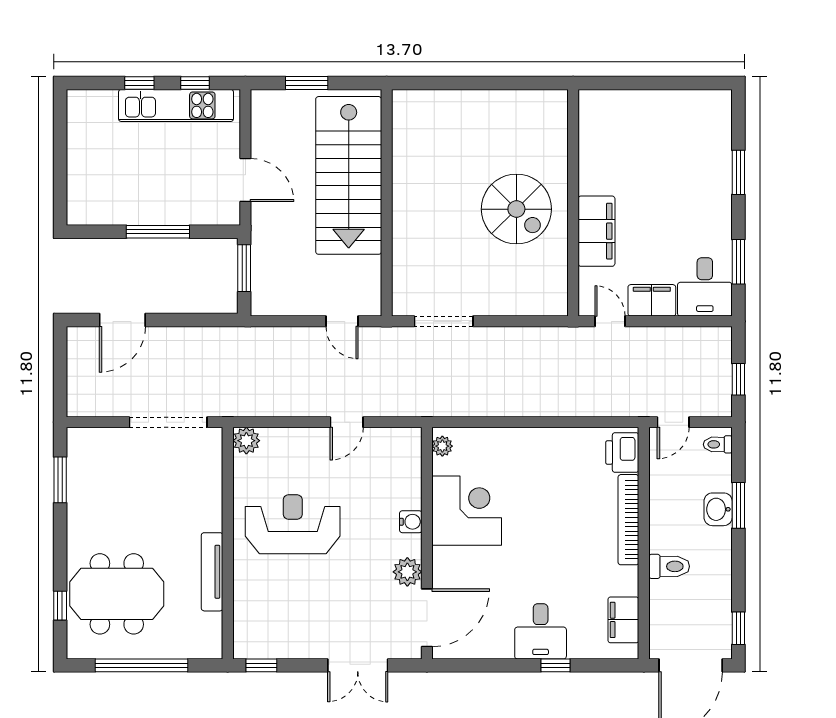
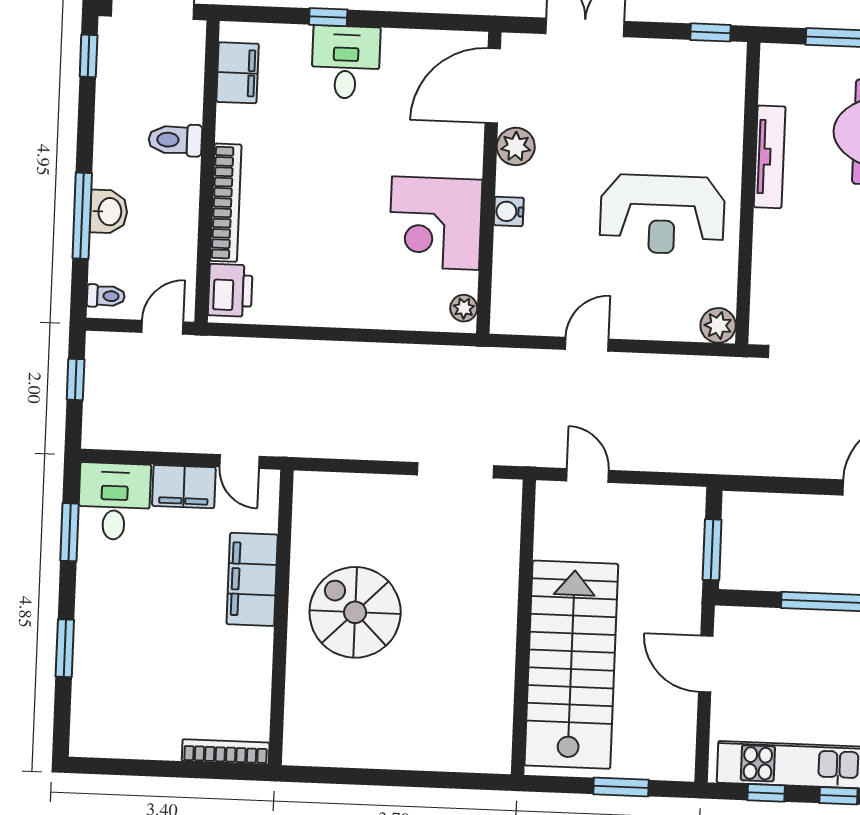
bookcase: (612, 98) -> (226, 752), added
window: (738, 505) -> (82, 216), width x1.44

